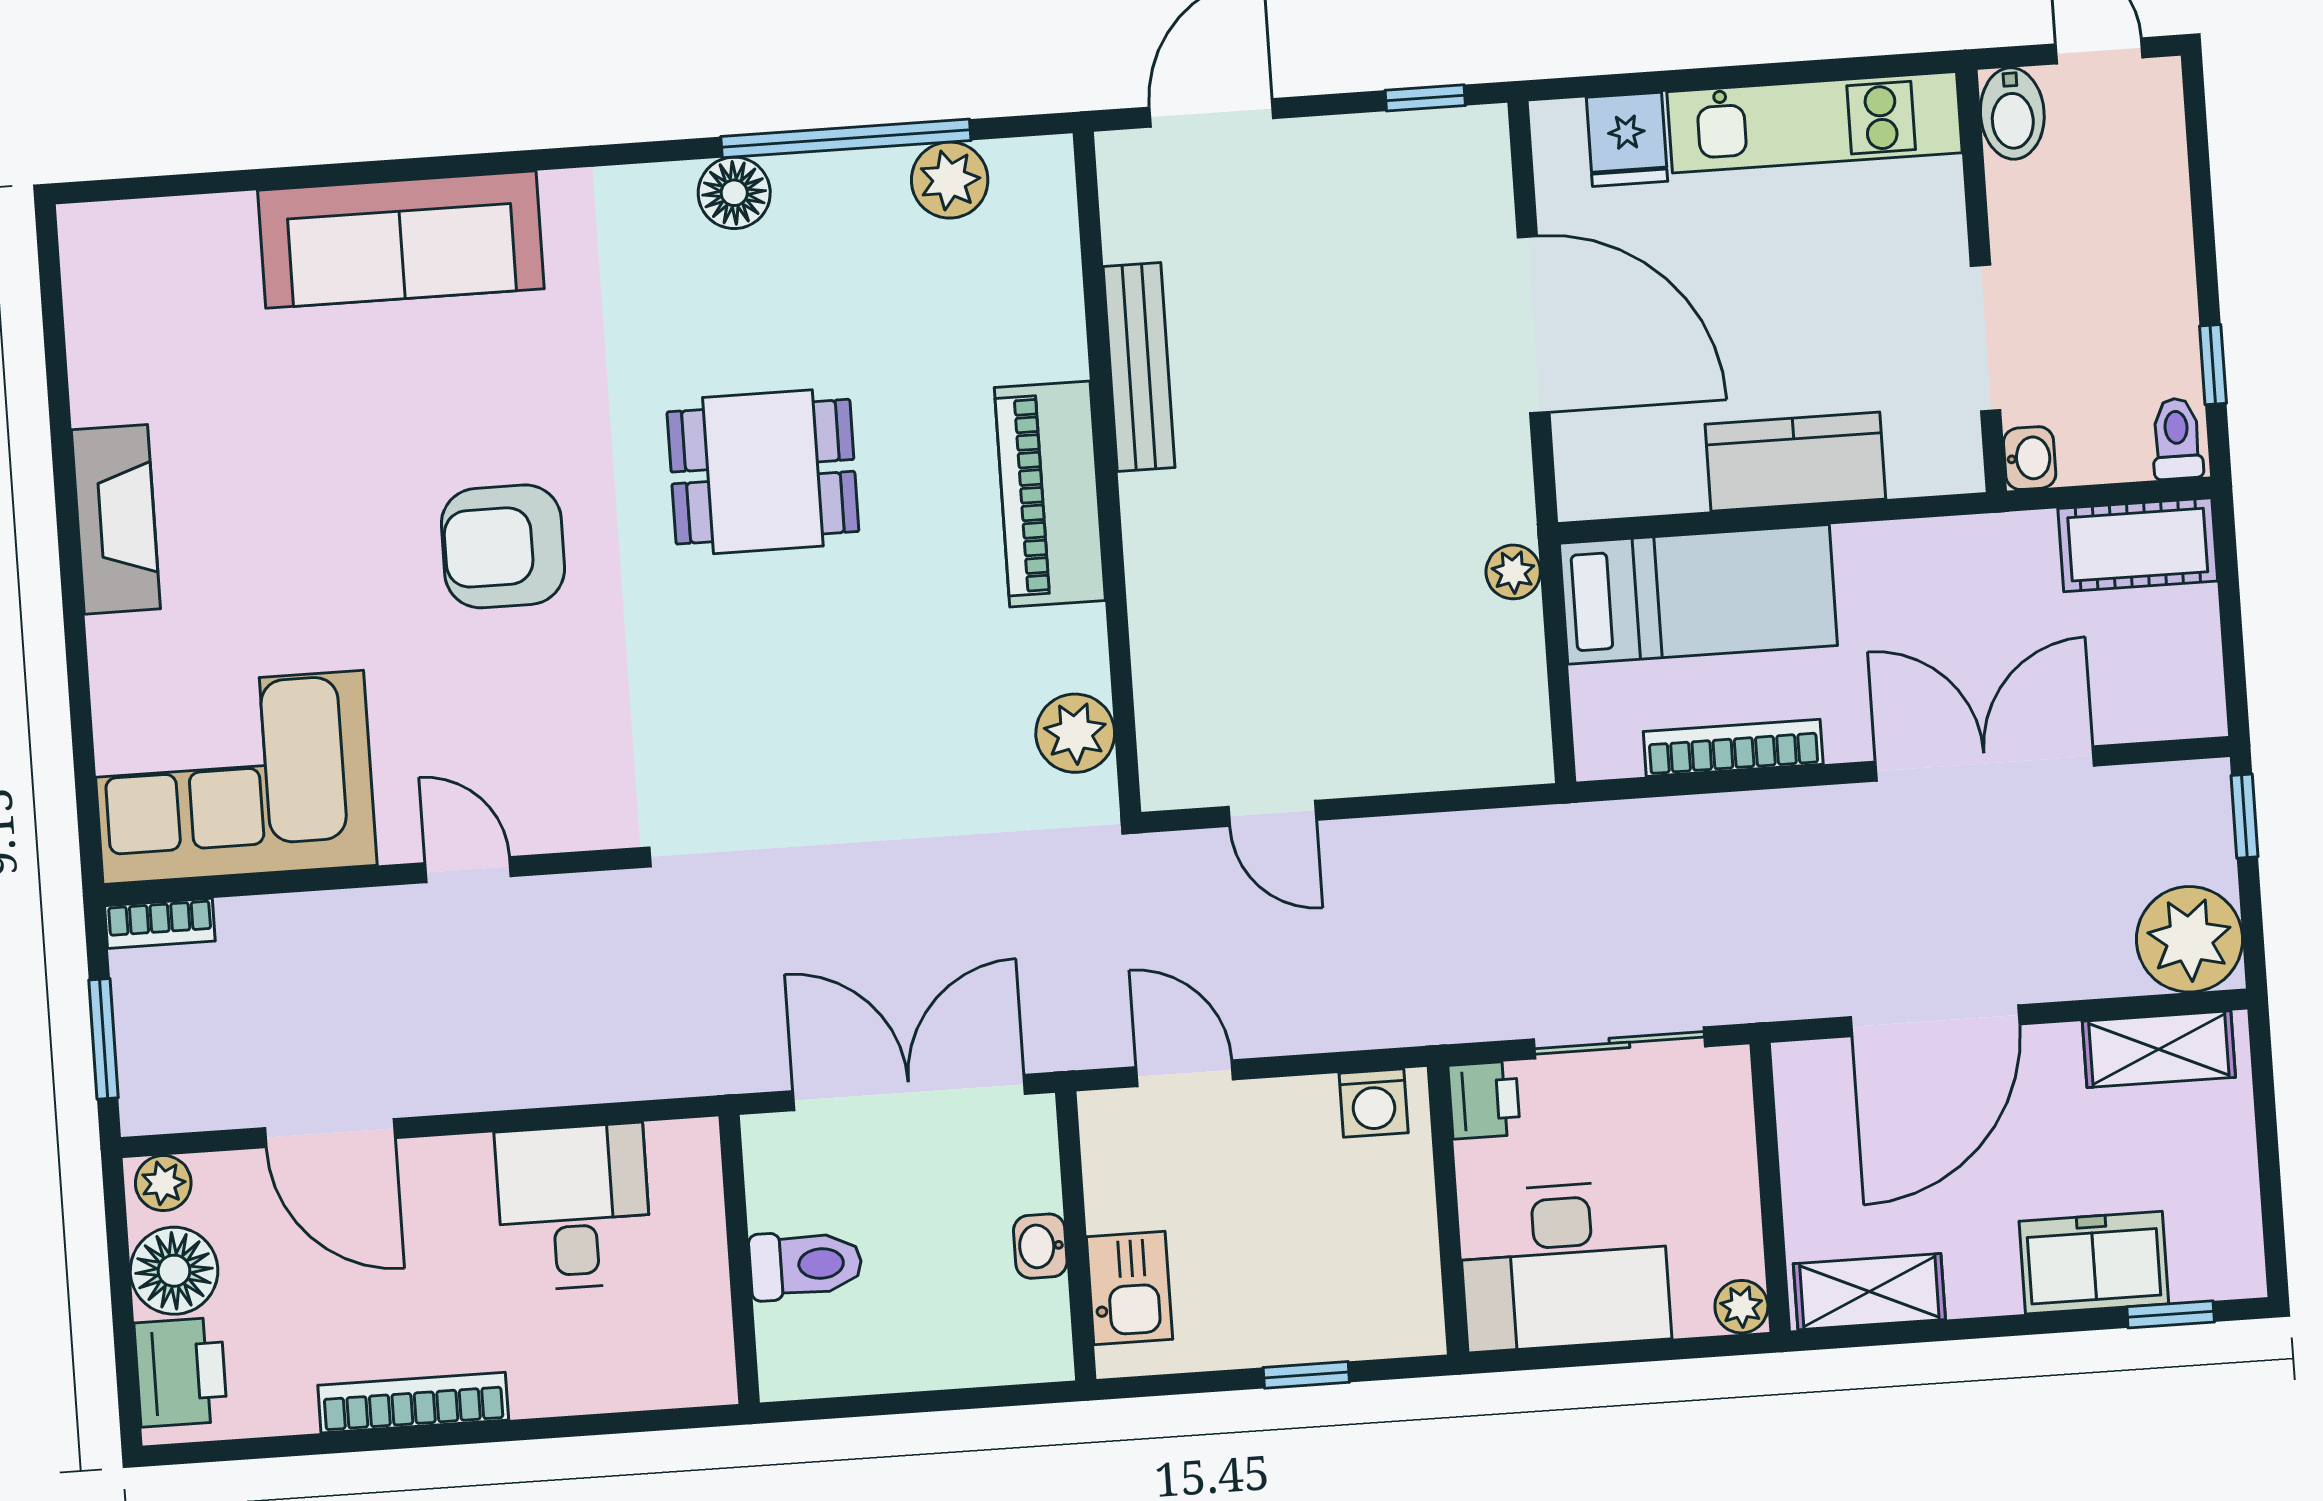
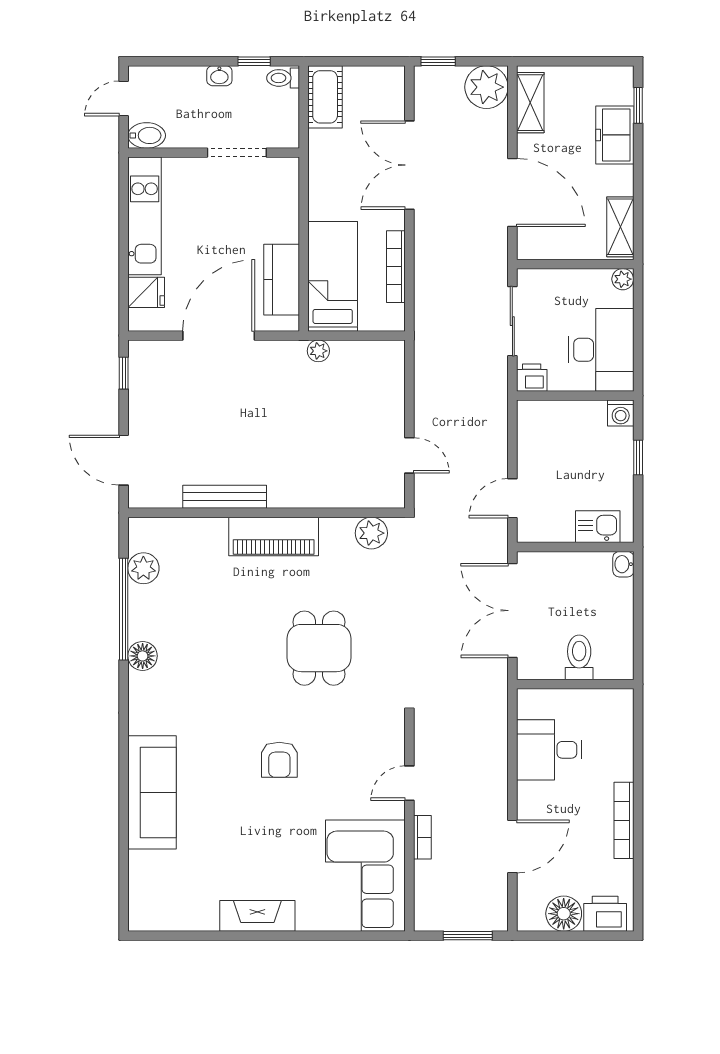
washbasin: (2030, 458) -> (219, 76), moved, turned 180
kitchen counter: (1795, 462) -> (282, 280), moved
dining table: (763, 472) -> (319, 648), moved
armchair: (503, 546) -> (279, 760), width x0.72, depth x0.72
door: (1272, 813) -> (409, 455), hinge flipped
bookcase: (160, 923) -> (422, 837), moved
washing machine: (1374, 1103) -> (621, 413), moved, turned 90
plant: (163, 1183) -> (528, 916), removed
washbasin: (1040, 1246) -> (623, 564), moved, turned 90

